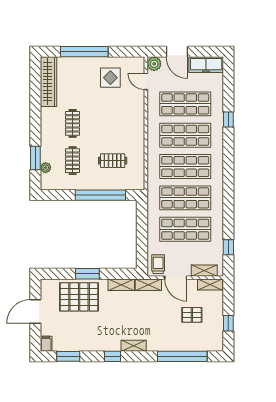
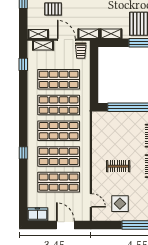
plant: (154, 64) -> (84, 215), removed
freezer: (206, 65) -> (37, 214), width x0.71
window: (228, 119) -> (23, 153), moved
clothes rail: (113, 161) -> (118, 166), moved

